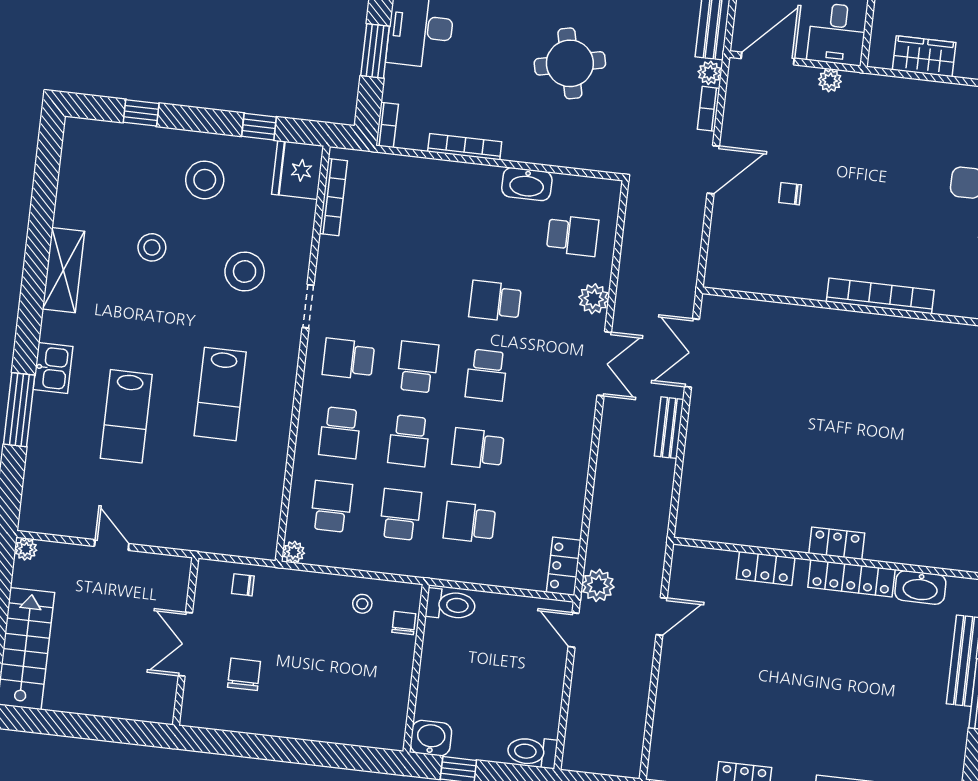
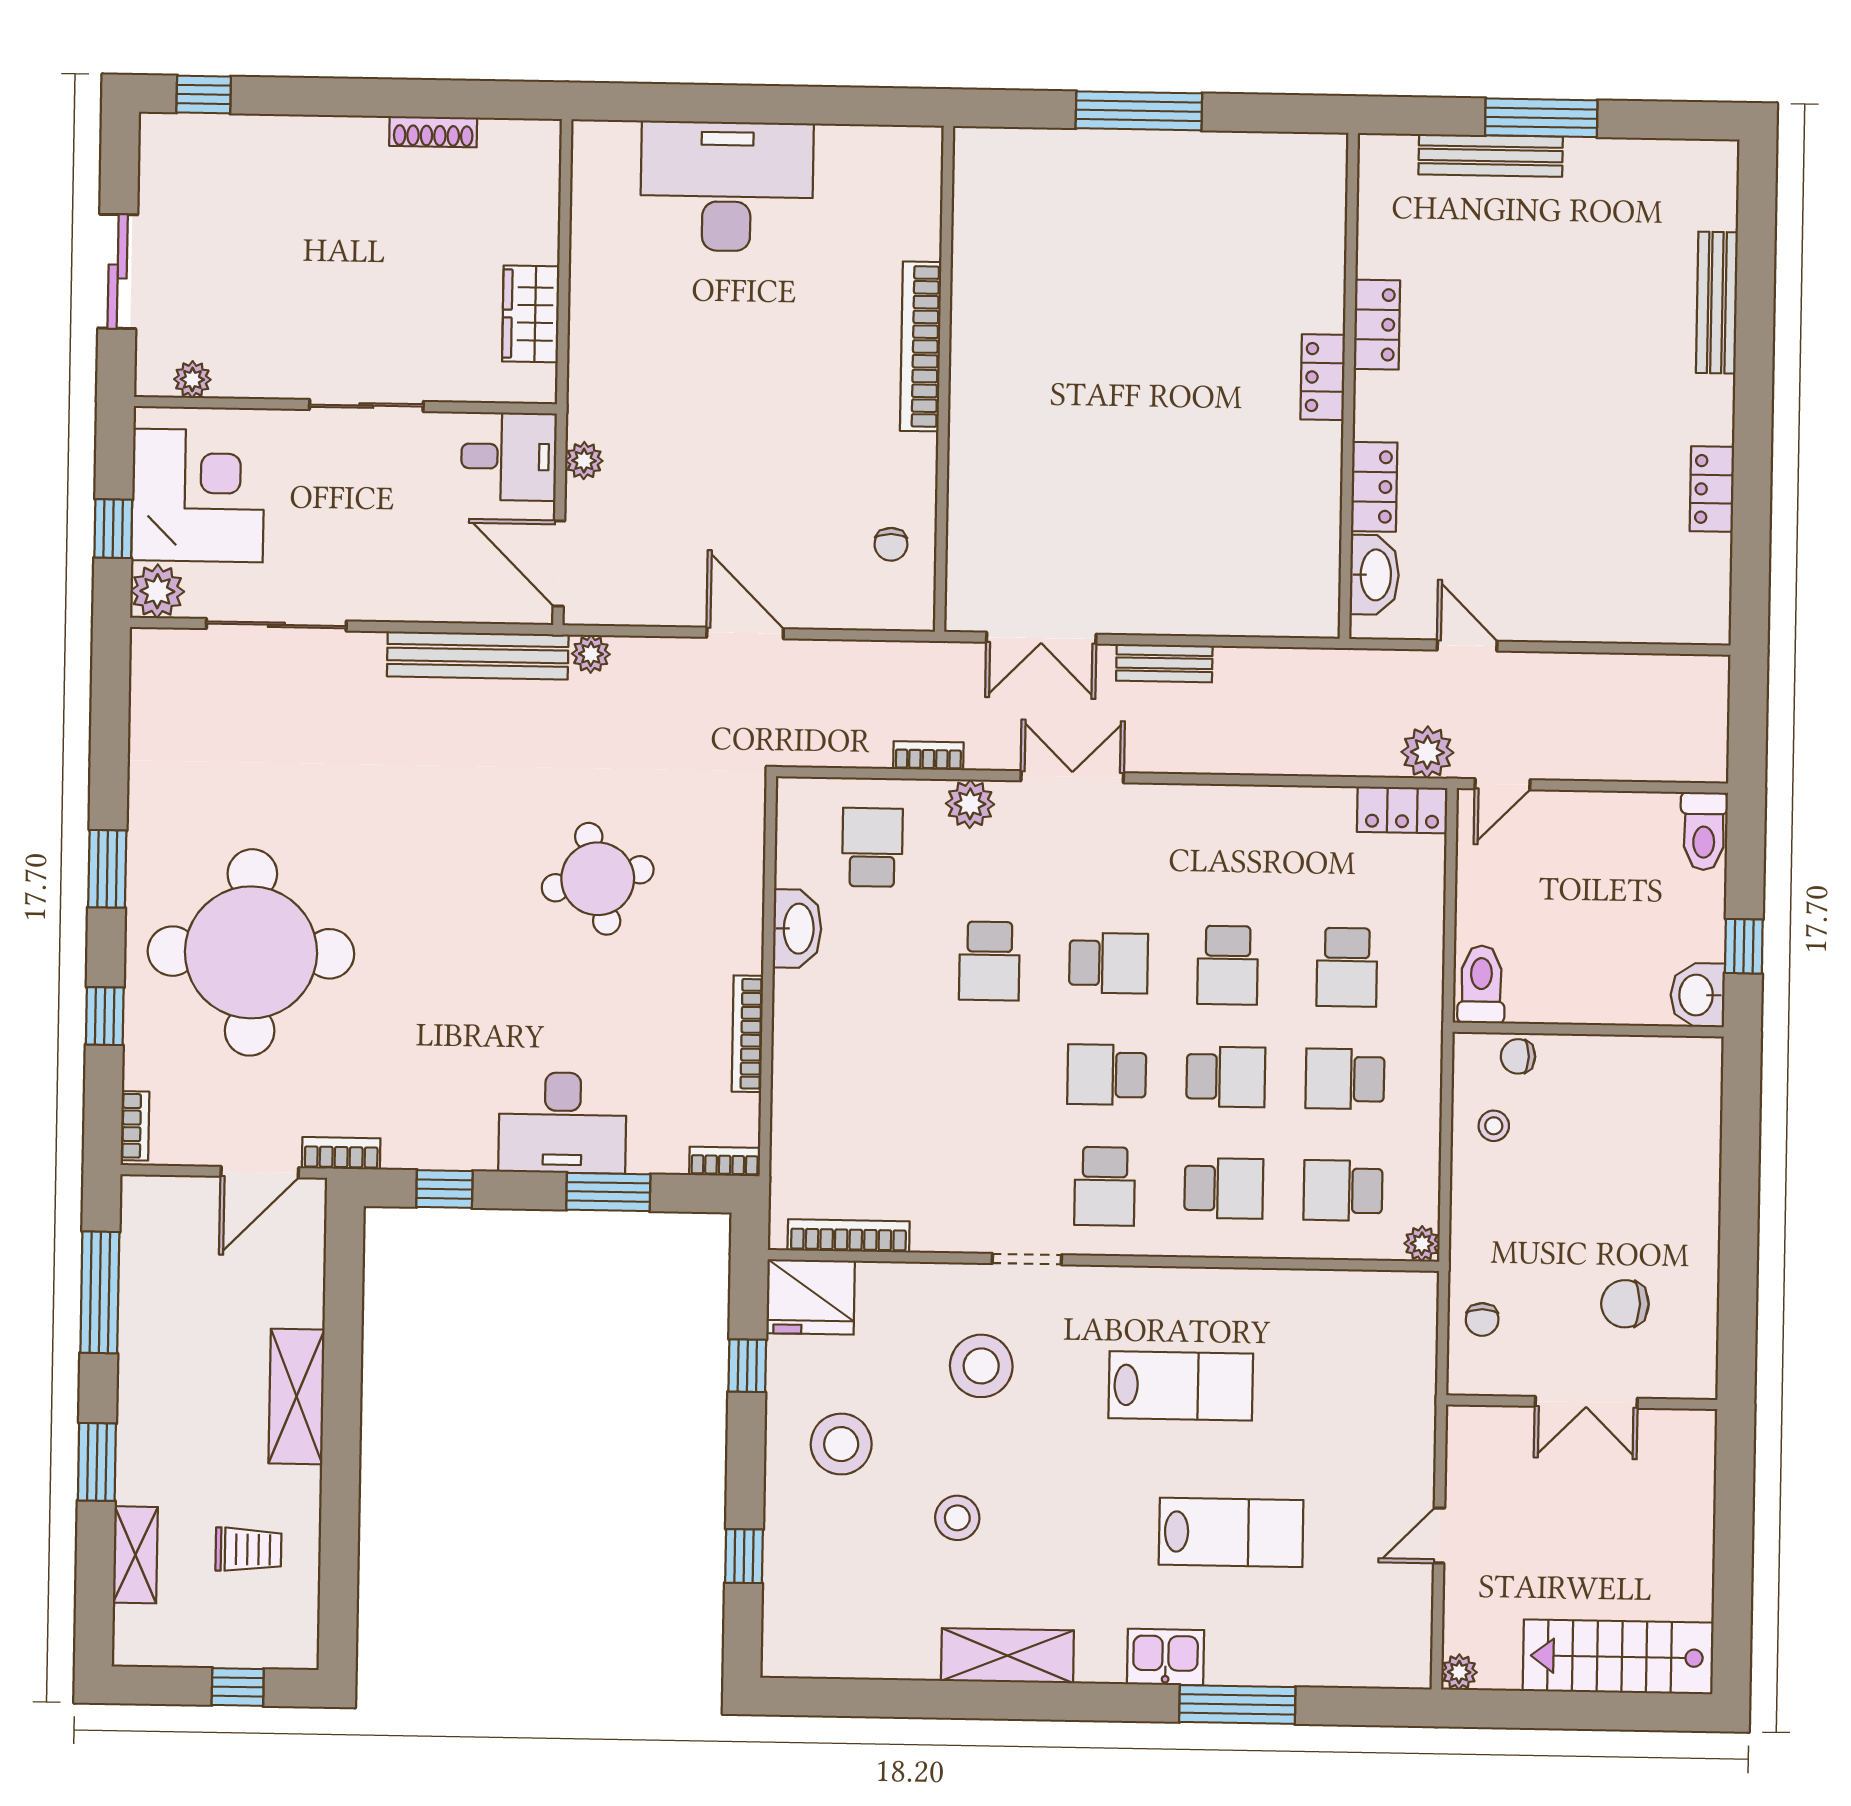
bookcase: (709, 109) -> (928, 756), moved, turned 180
chair: (790, 194) -> (891, 544), moved
locker: (851, 578) -> (1377, 325), width x0.66
washbasin: (920, 587) -> (1374, 575), moved

